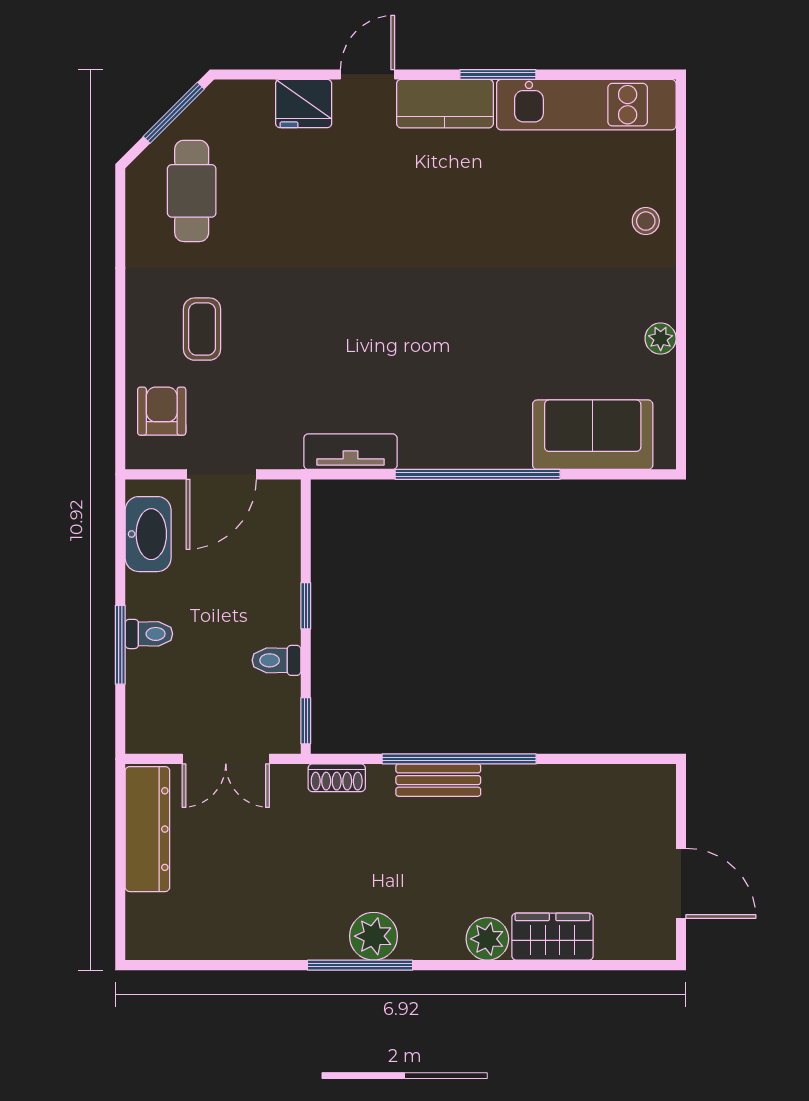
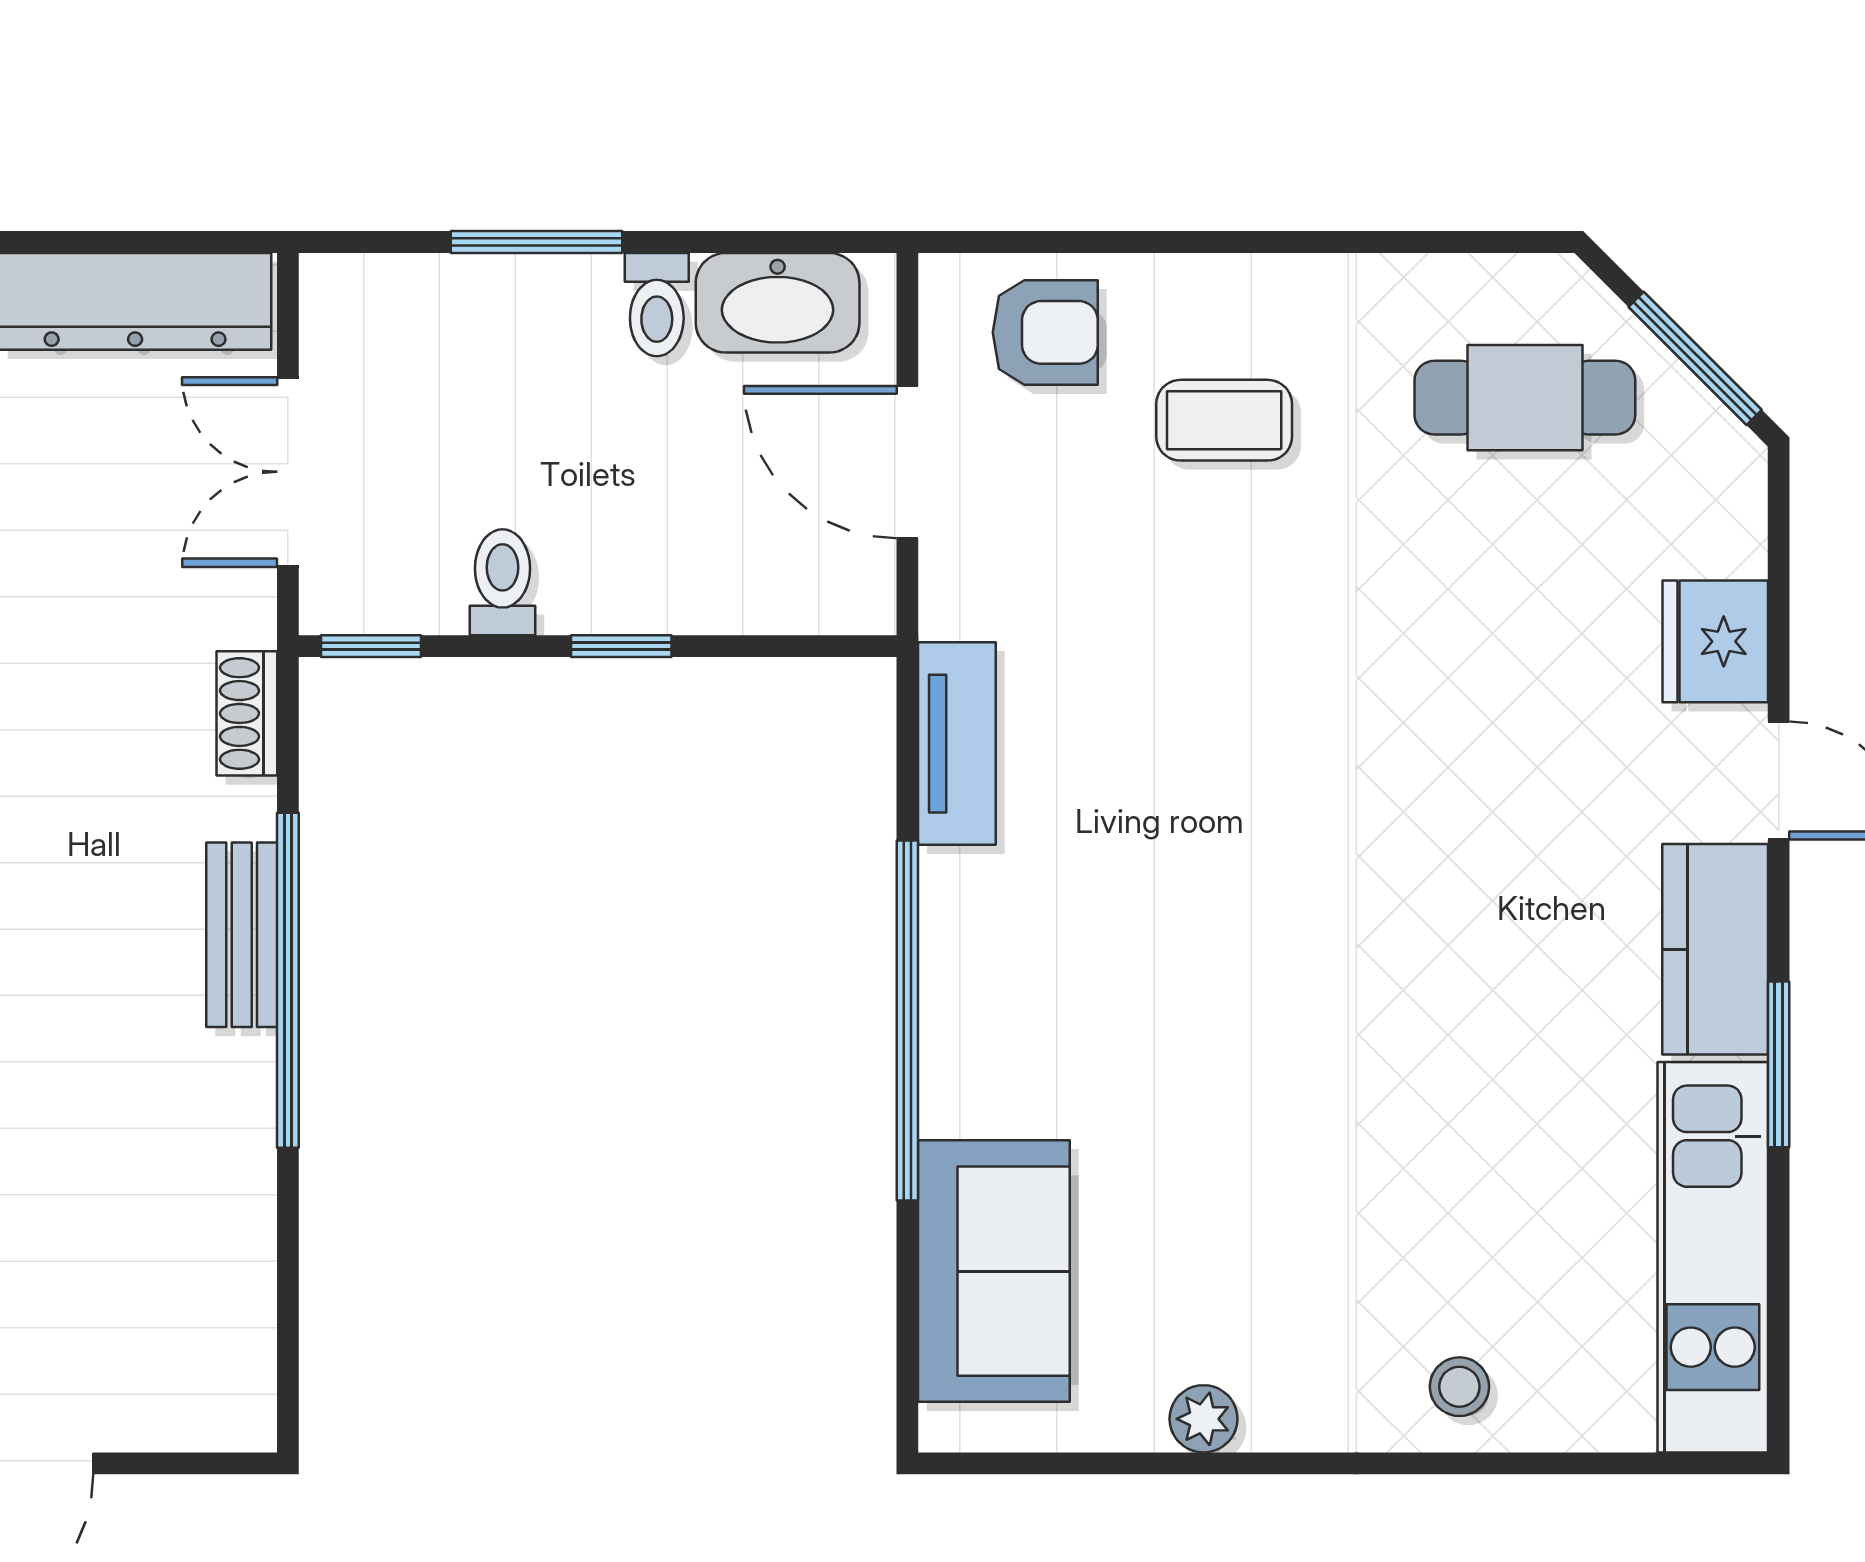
toilet: (149, 634) -> (657, 305), moved

